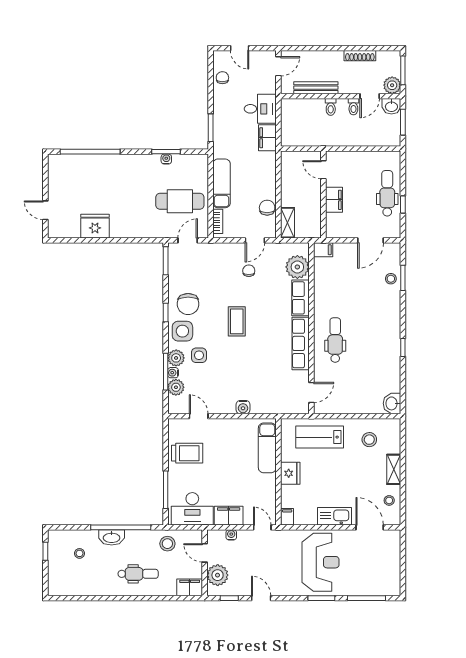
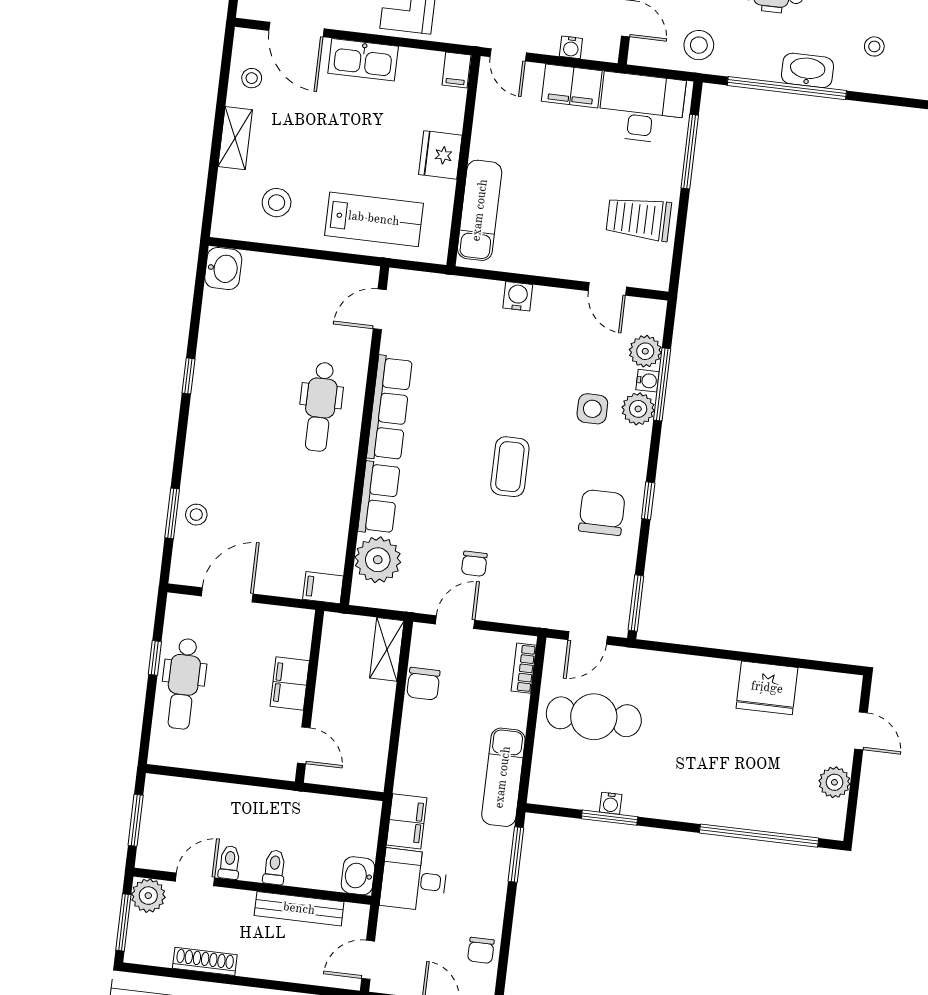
washbasin: (391, 106) -> (358, 876), moved, turned -90
plant: (56, 183) -> (834, 782), added
exam couch: (221, 183) -> (503, 777), moved
side table: (182, 331) -> (619, 460), removed

